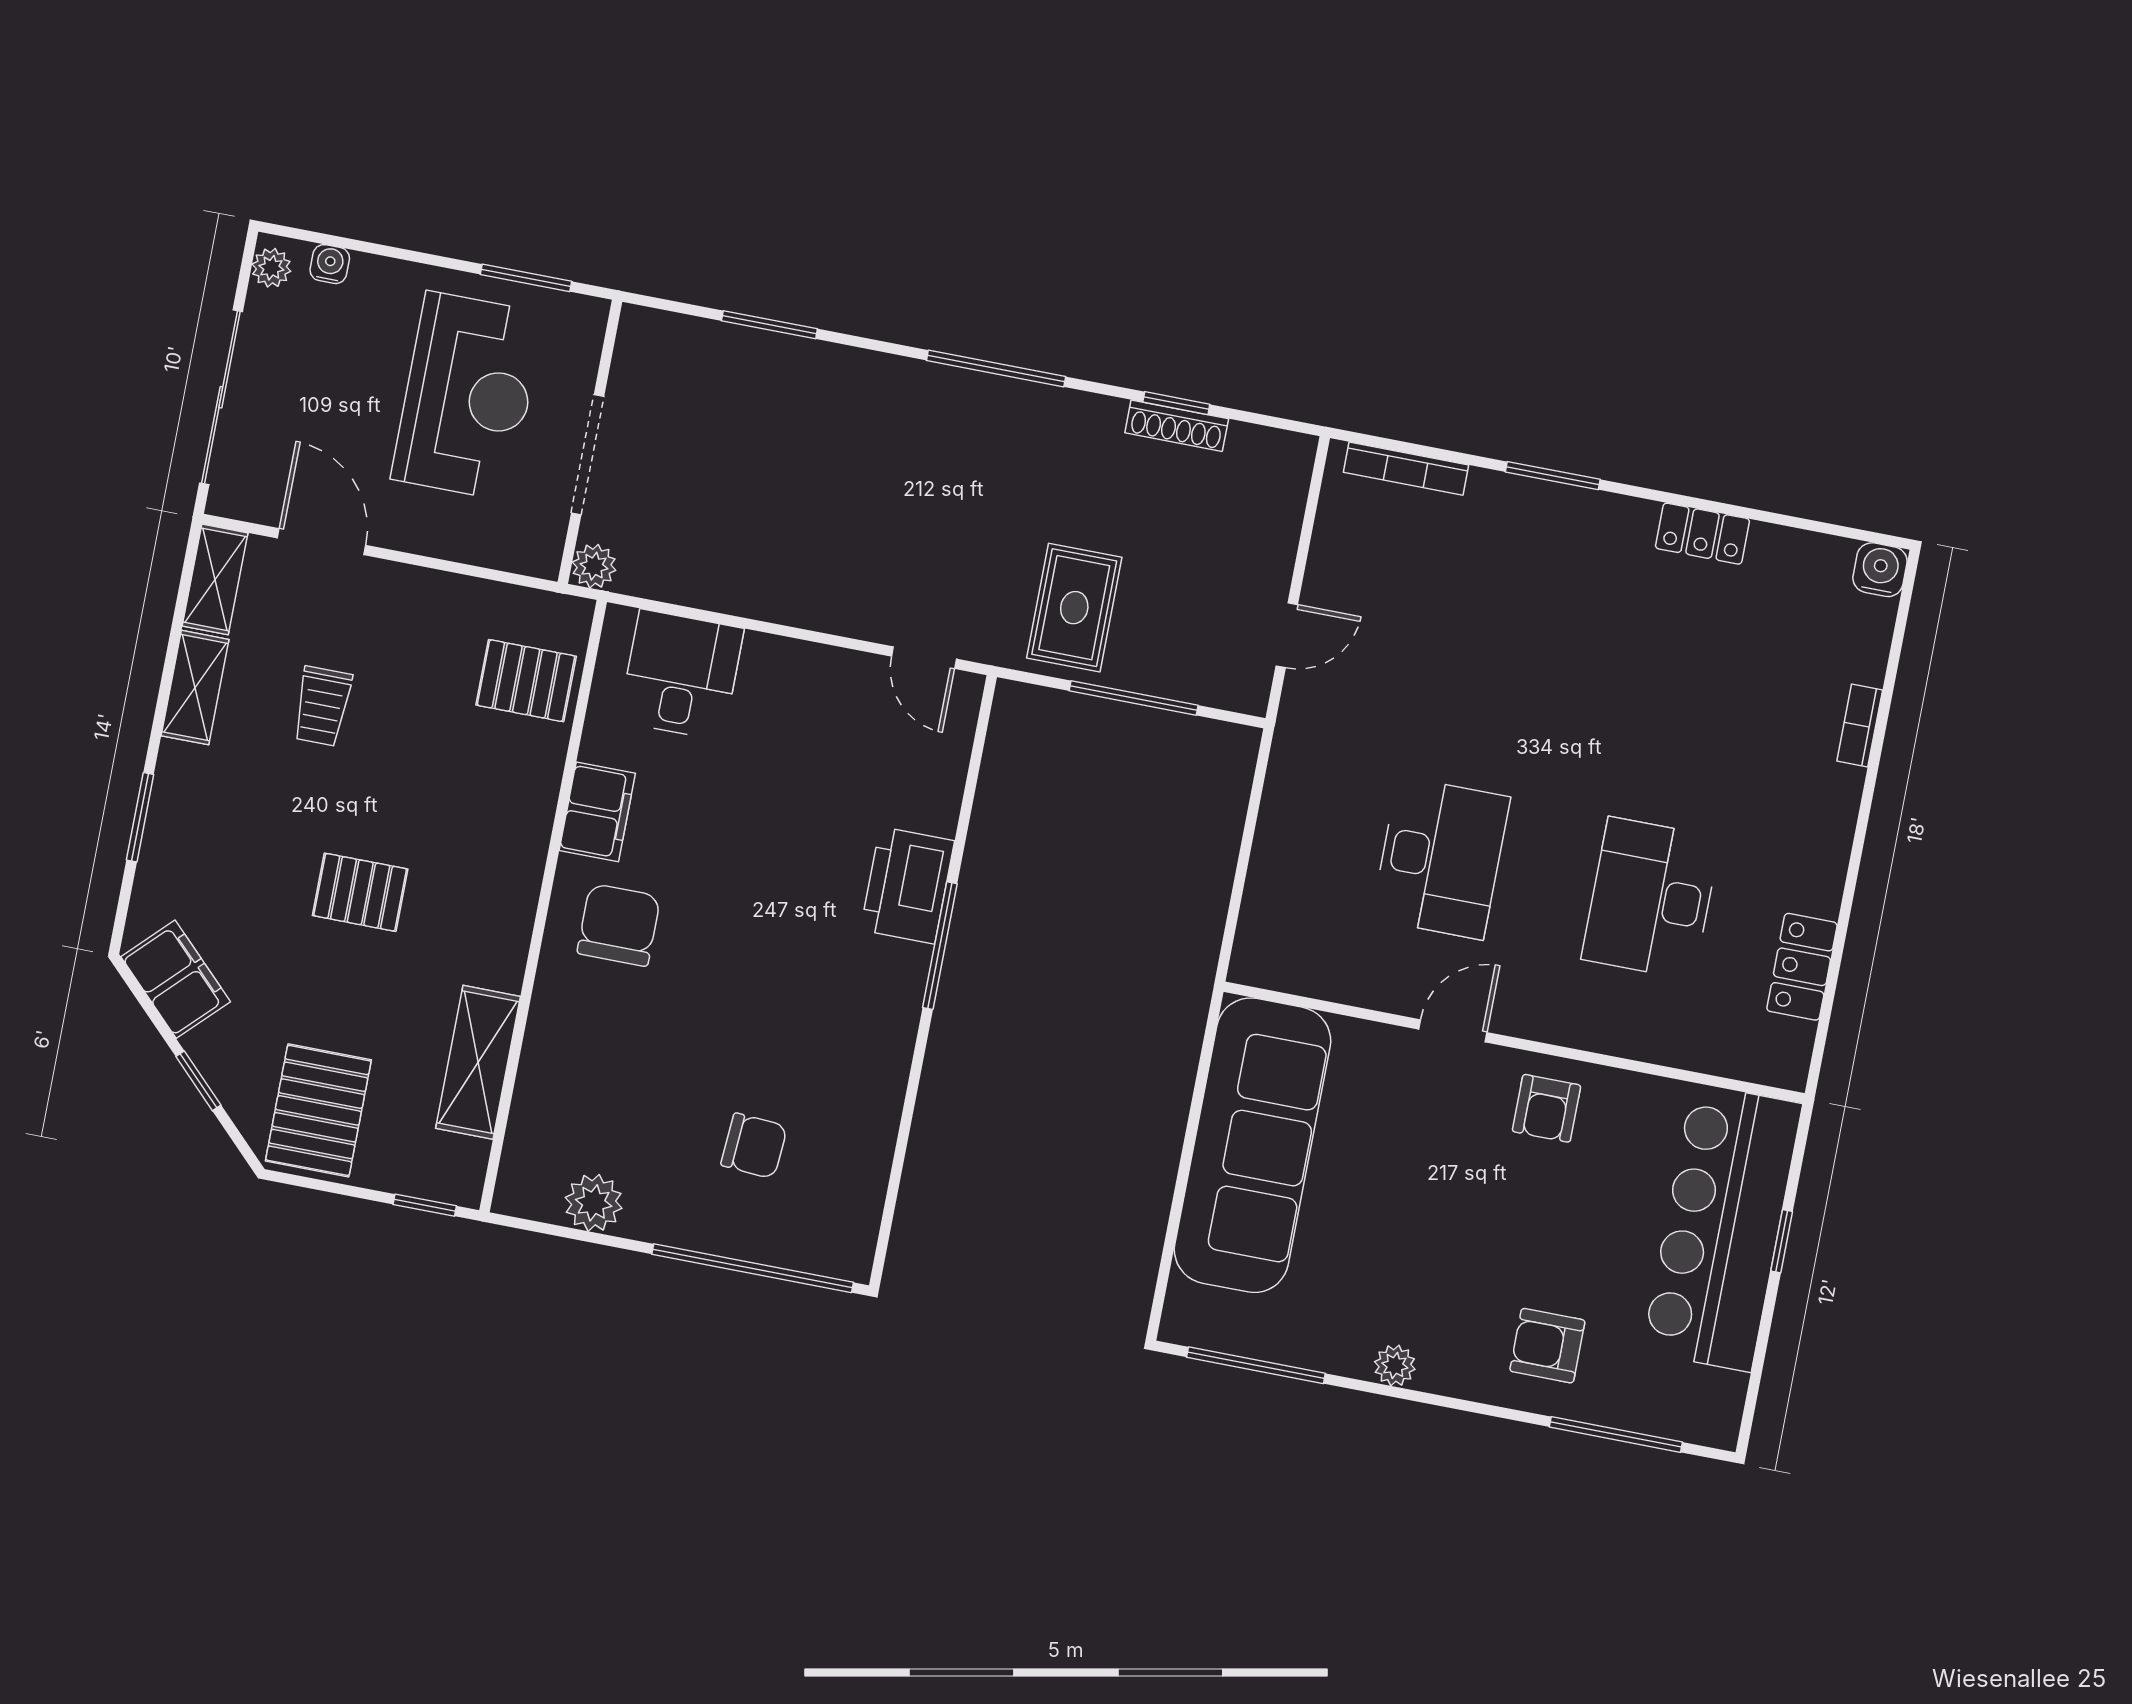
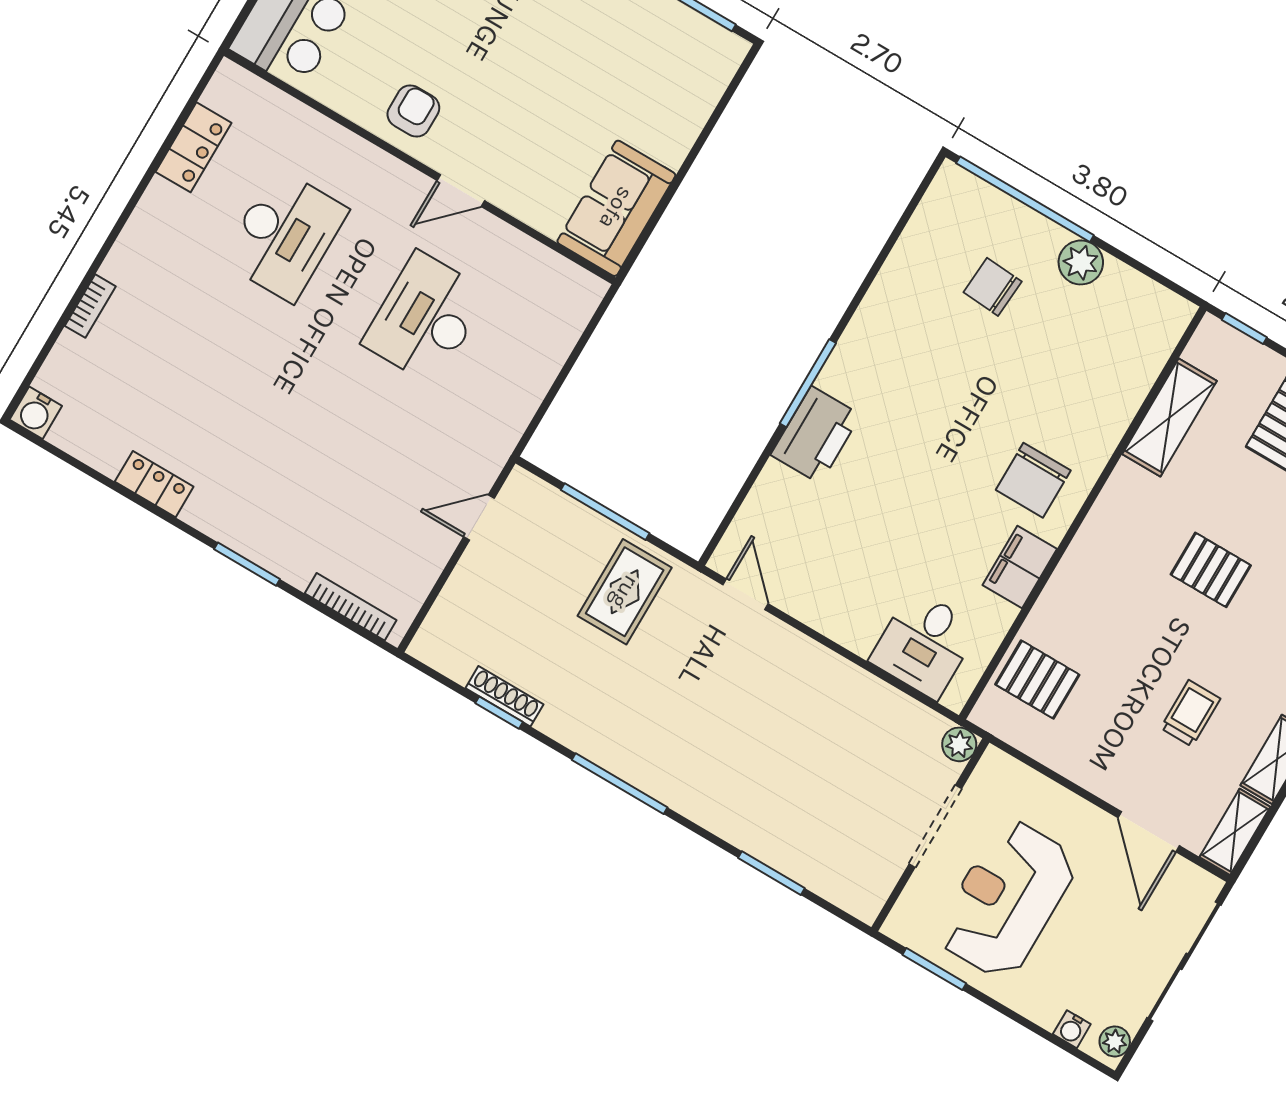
sofa: (1252, 1145) -> (616, 208), width x0.54, depth x0.79
plant: (594, 1203) -> (1081, 262), moved

